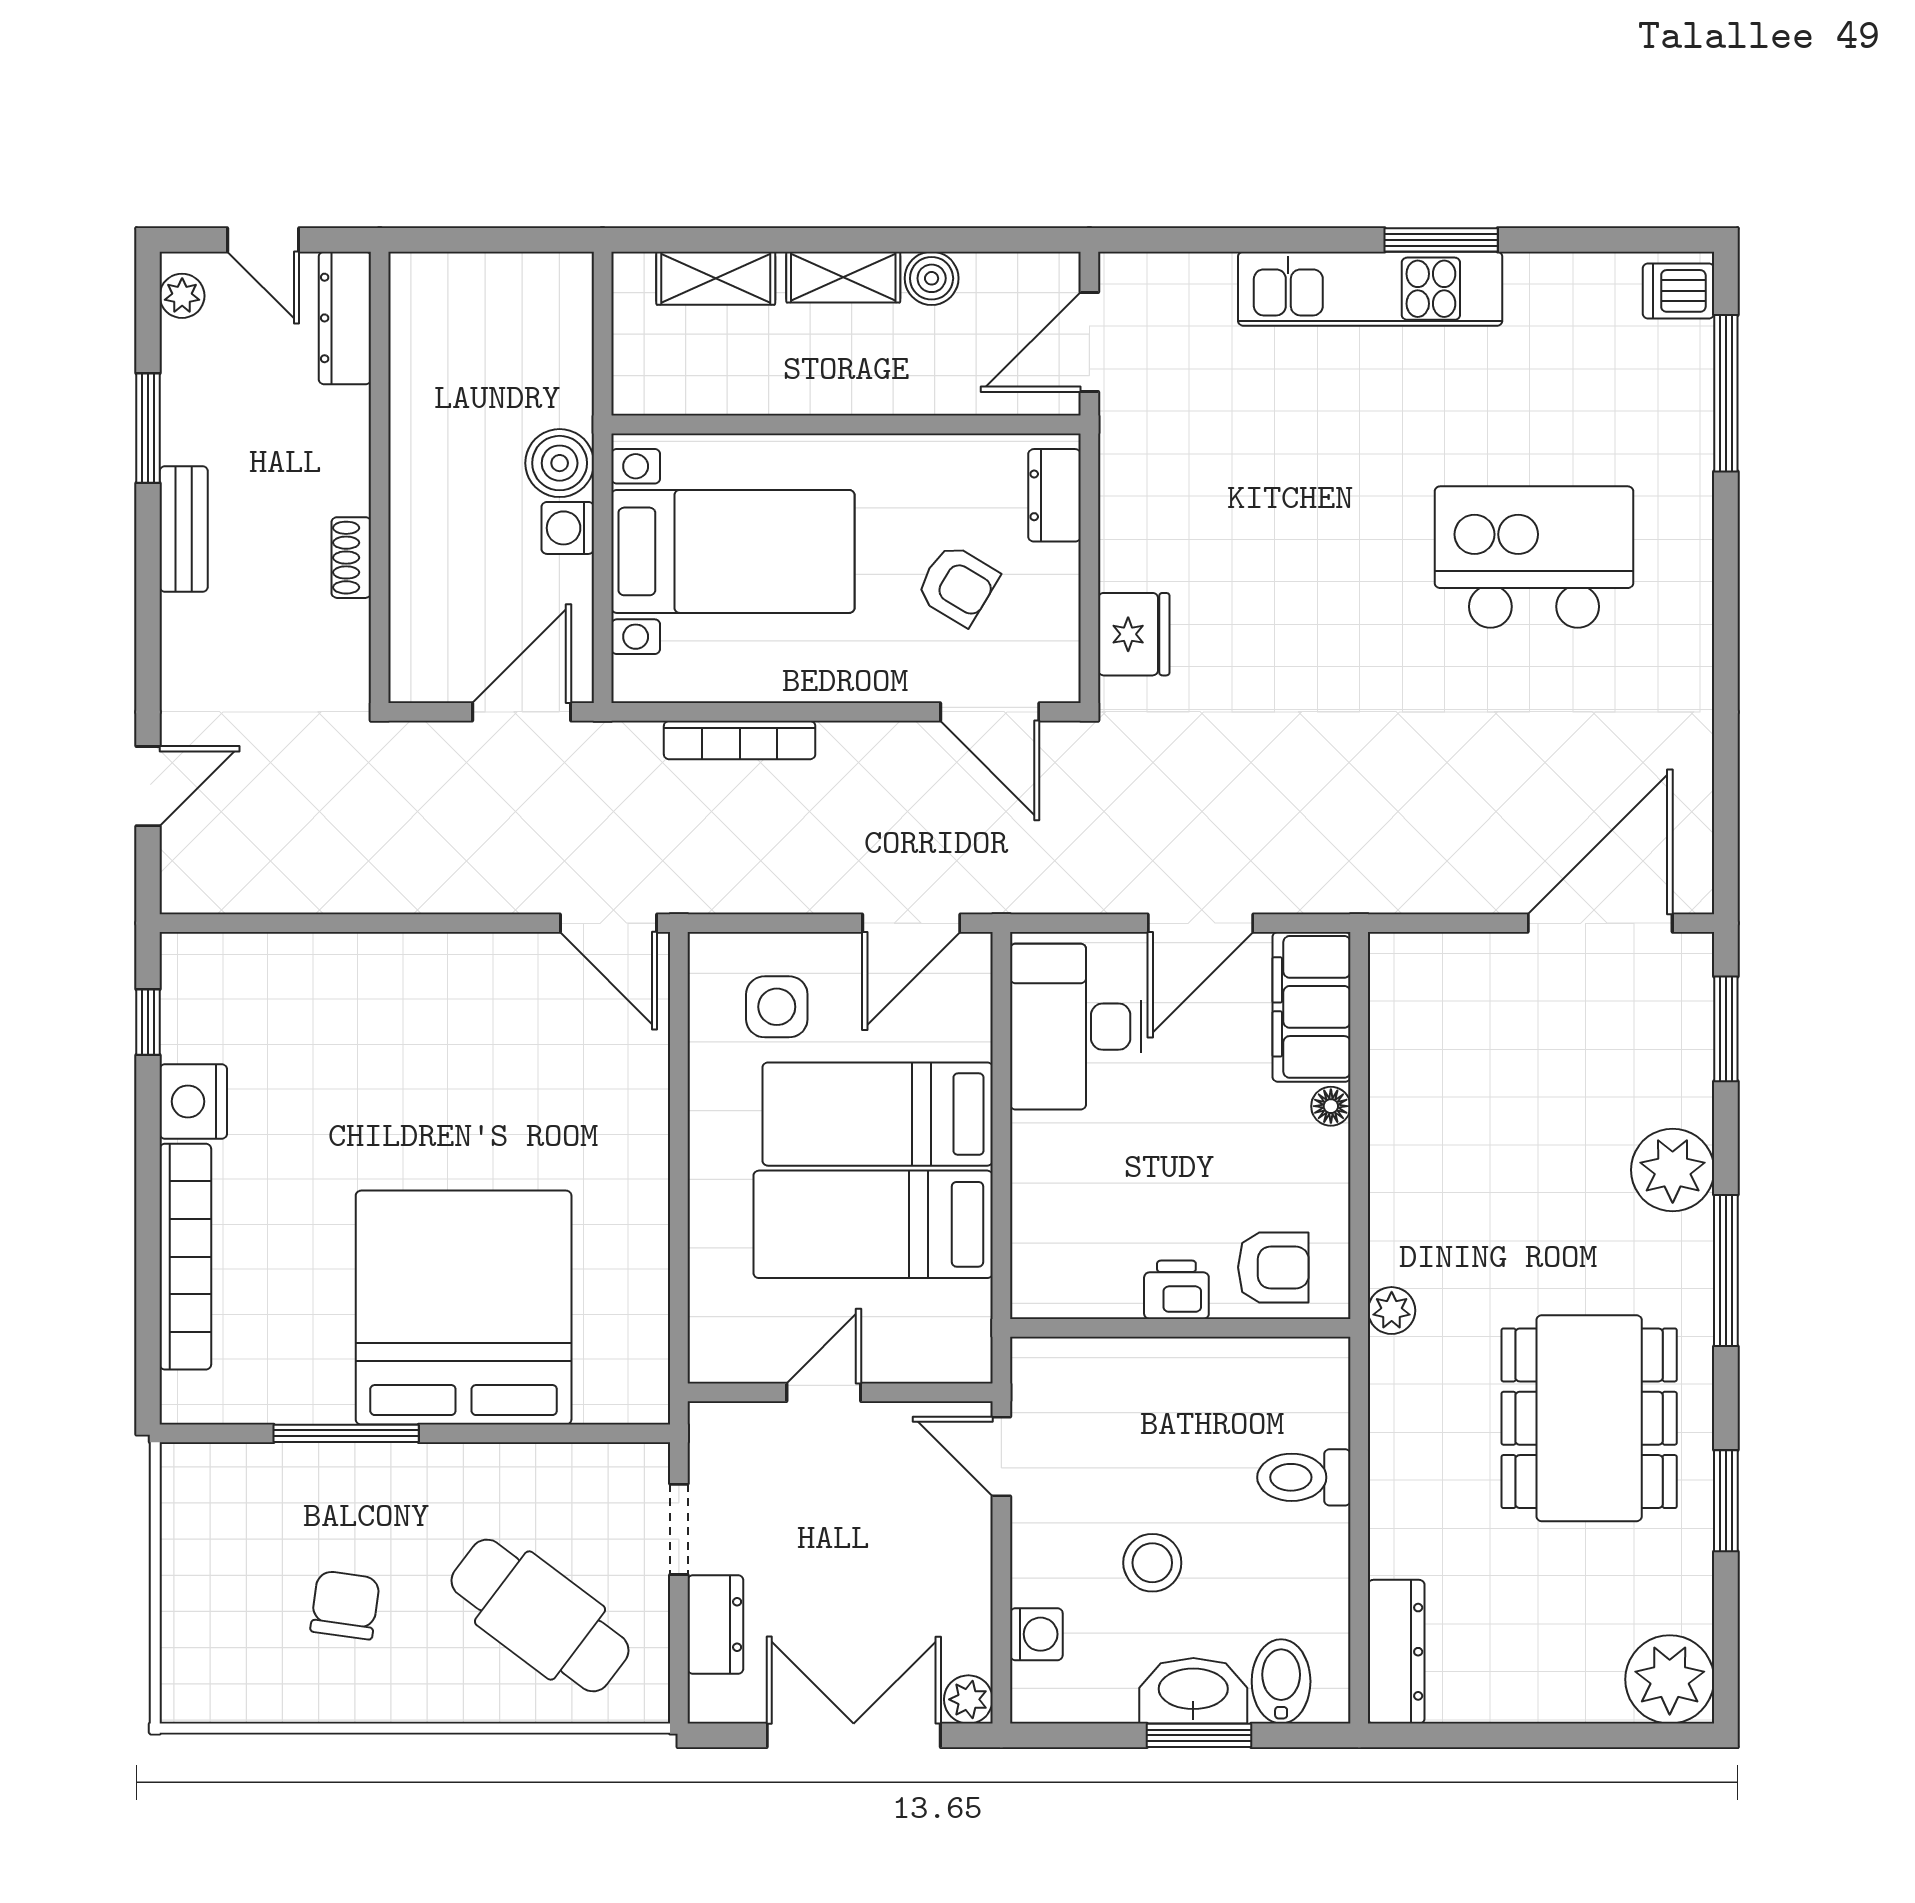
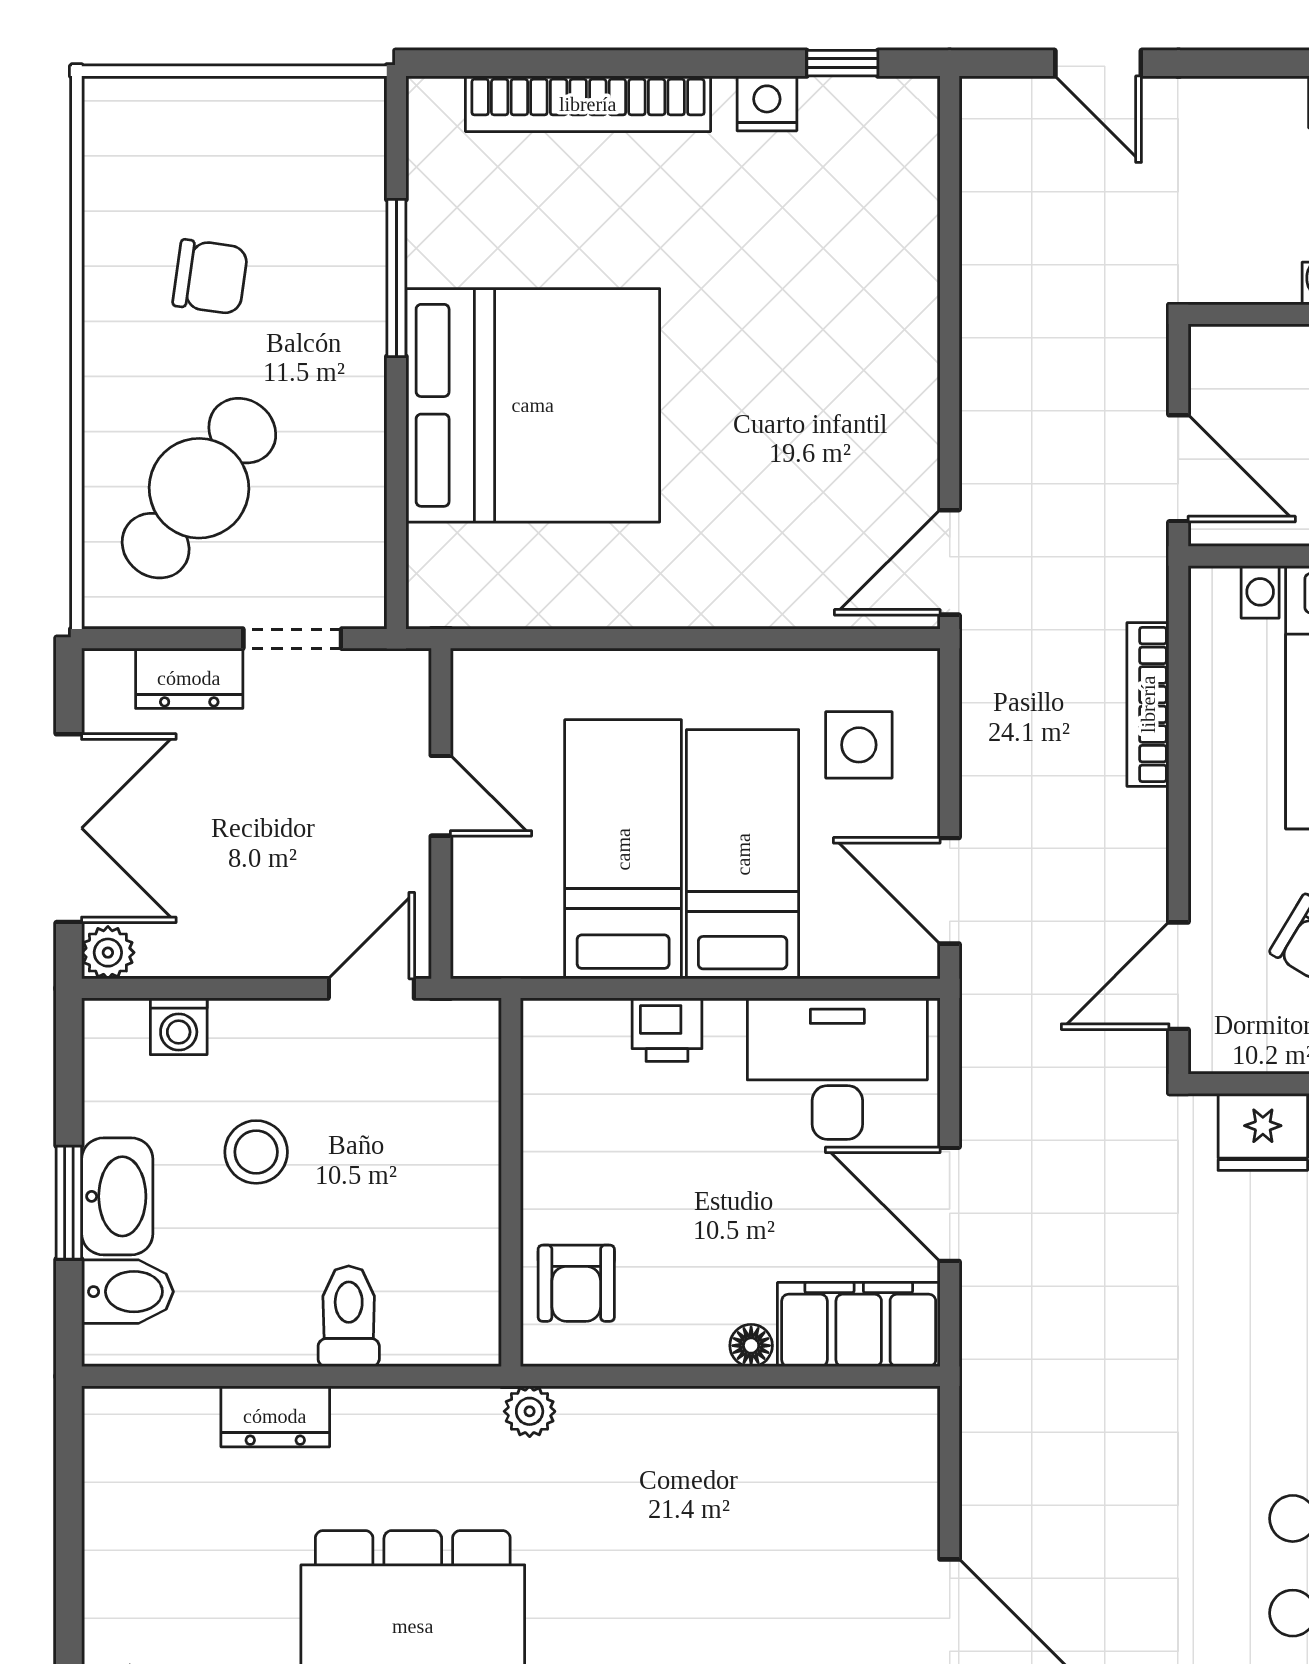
nightstand: (193, 1101) -> (767, 103), width x0.74, depth x0.75
printer: (1176, 1290) -> (667, 1030), moved, turned 90
dresser: (1396, 1652) -> (275, 1416), moved, width x0.70

